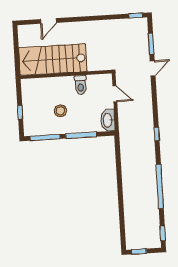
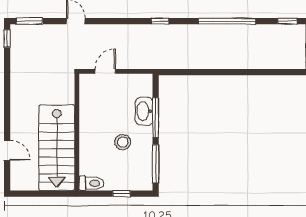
window: (151, 44) -> (29, 21), moved
toilet: (81, 85) -> (91, 183), moved
washbasin: (108, 120) -> (144, 111), moved, turned 90

